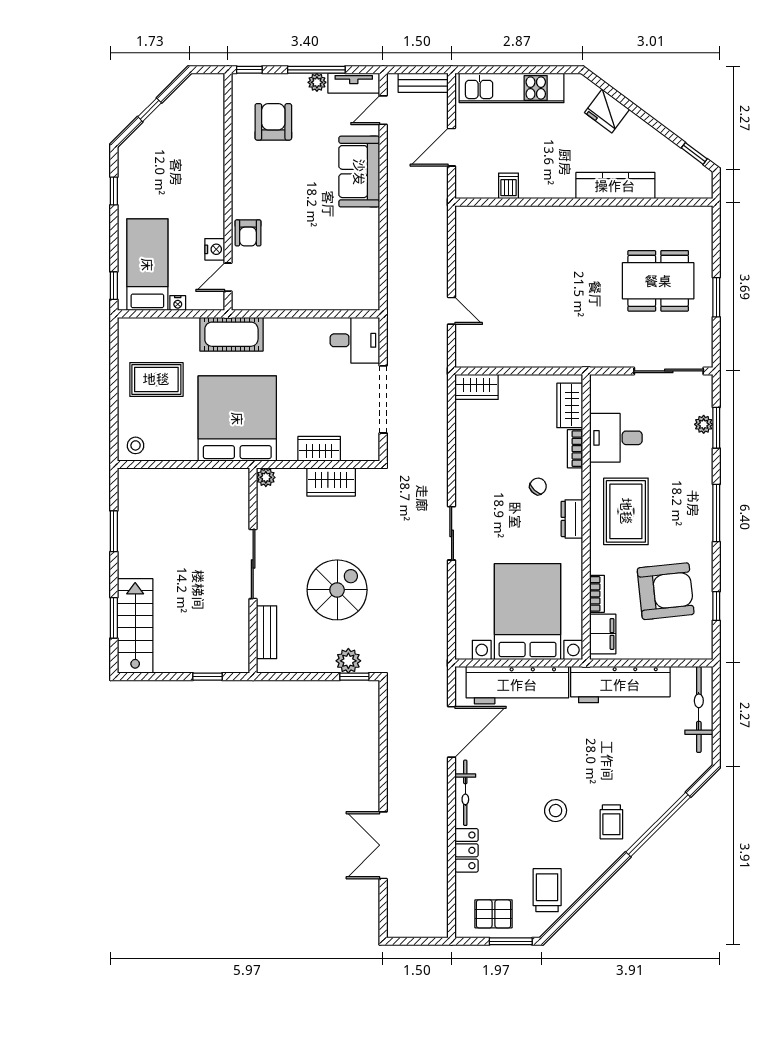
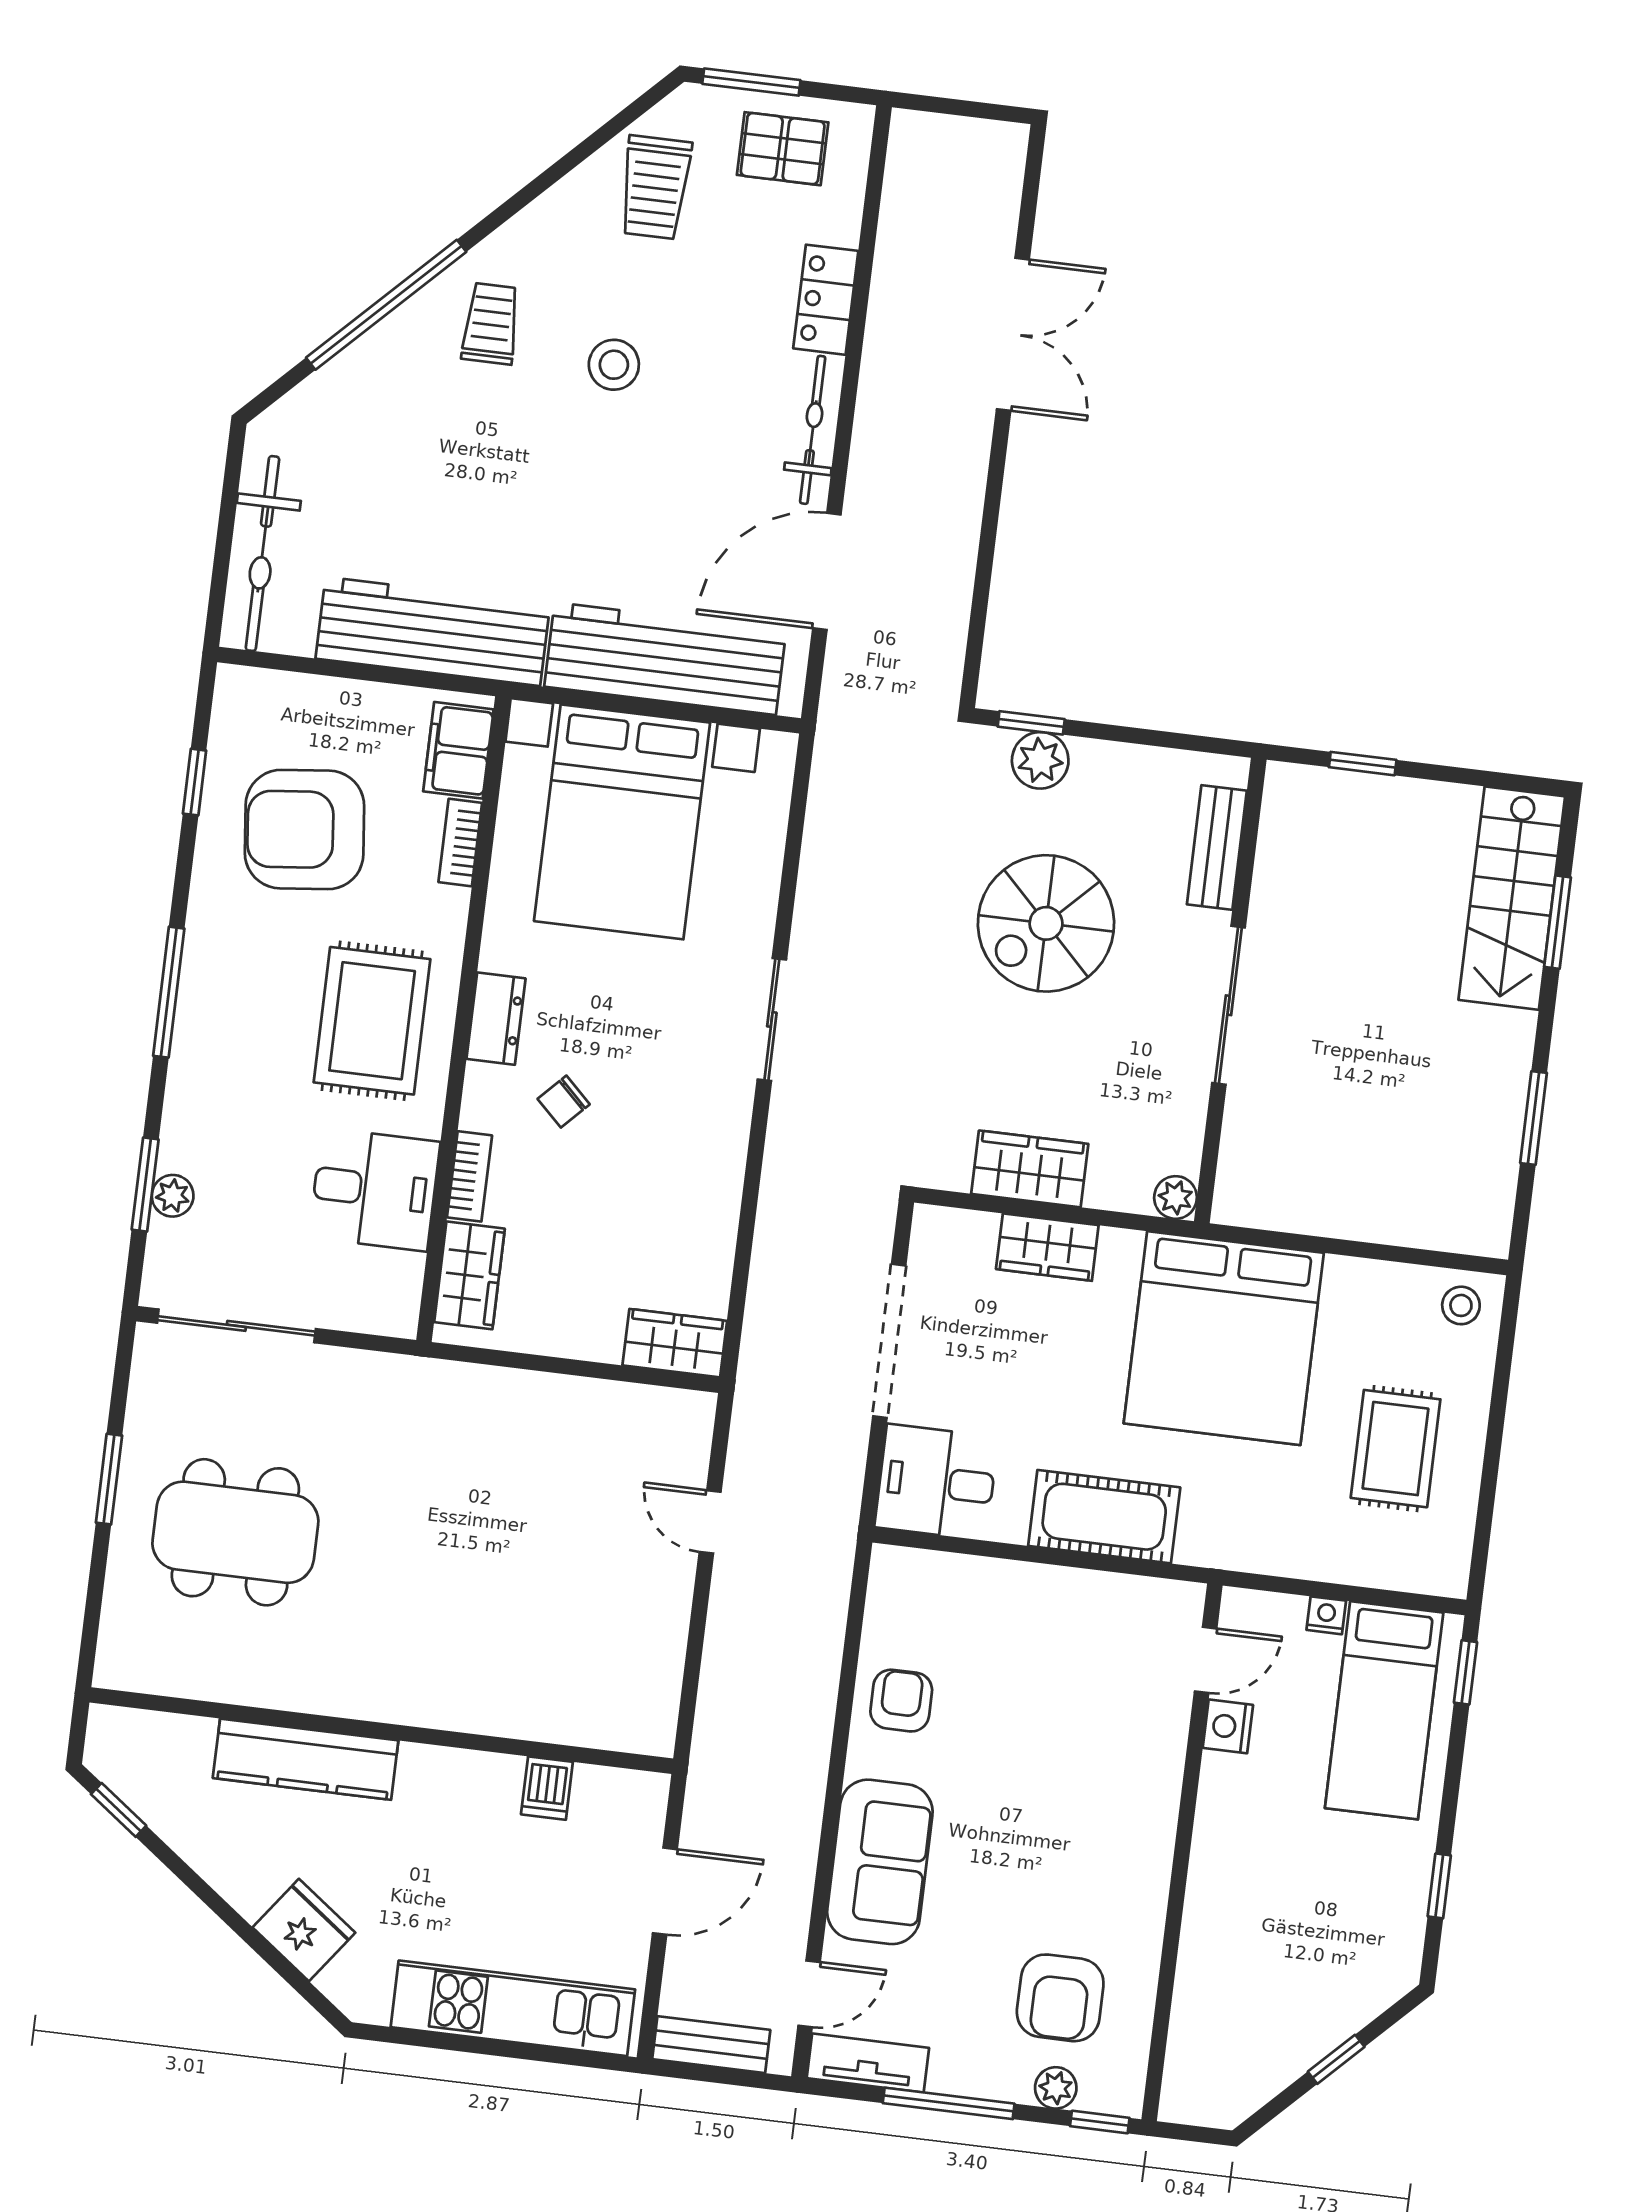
plant: (317, 82) -> (1056, 2088), moved
armchair: (248, 233) -> (901, 1701), moved
cot: (231, 334) -> (1104, 1517), moved
rug: (156, 379) -> (1396, 1449), turned 90

